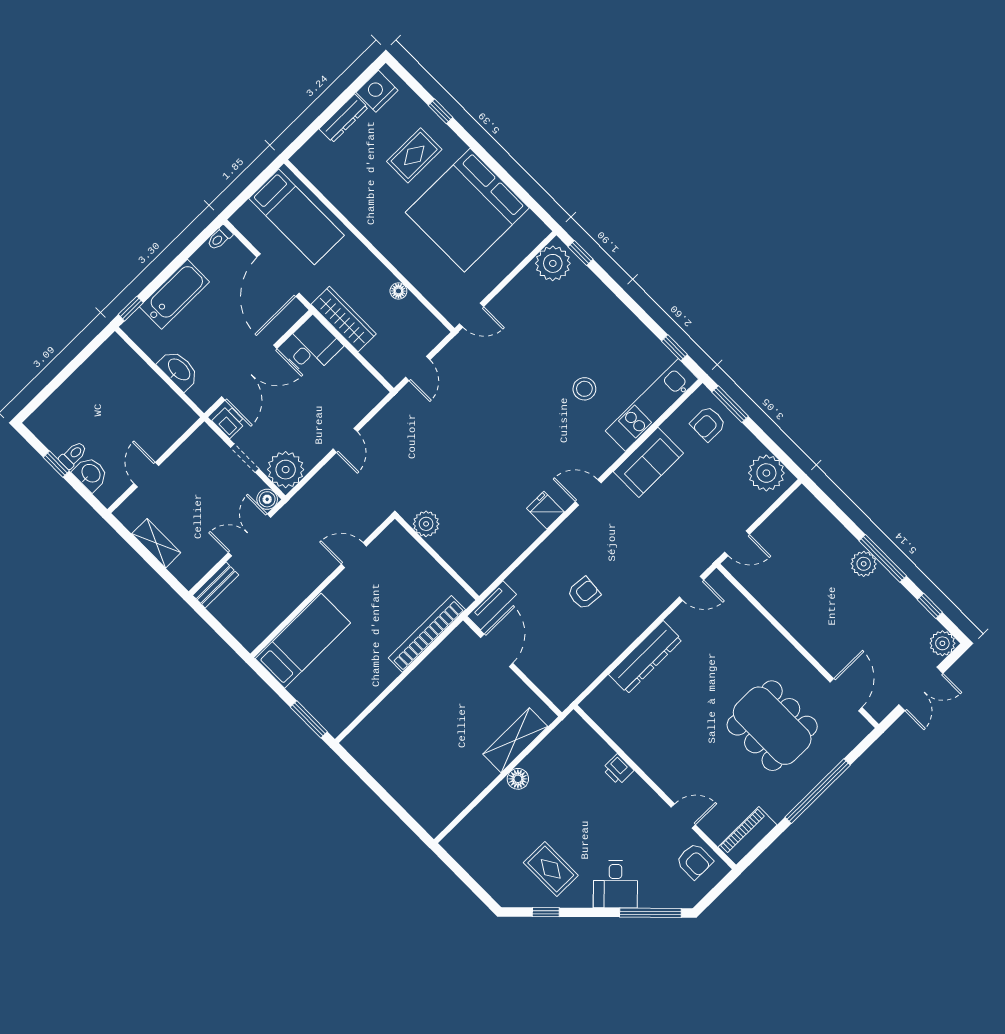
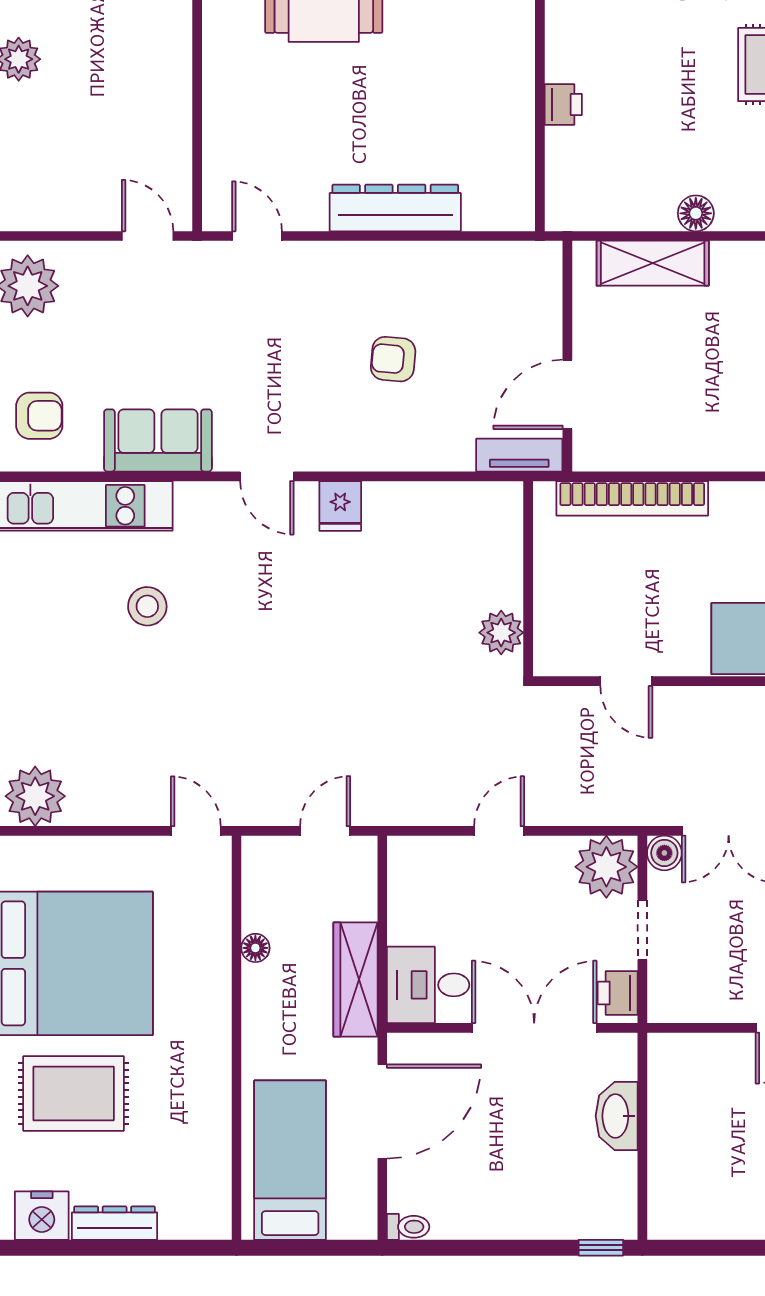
rug: (414, 155) -> (74, 1094), width x1.36, depth x1.43
bathtub: (174, 294) -> (531, 1213), removed

